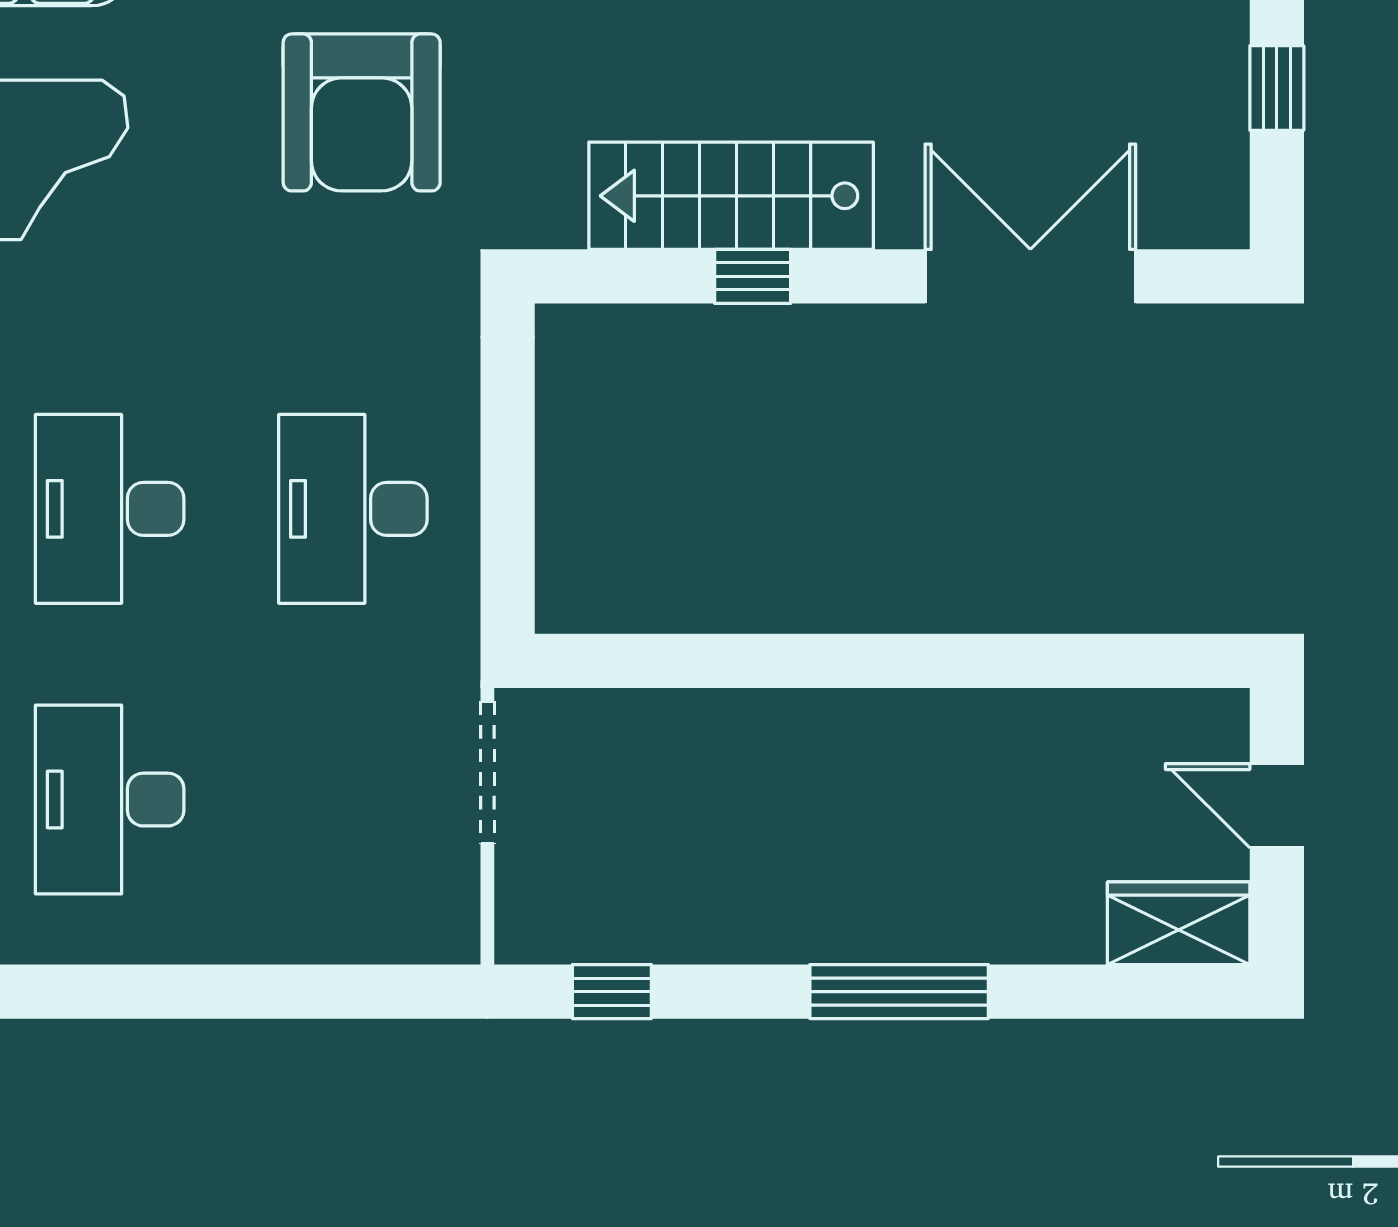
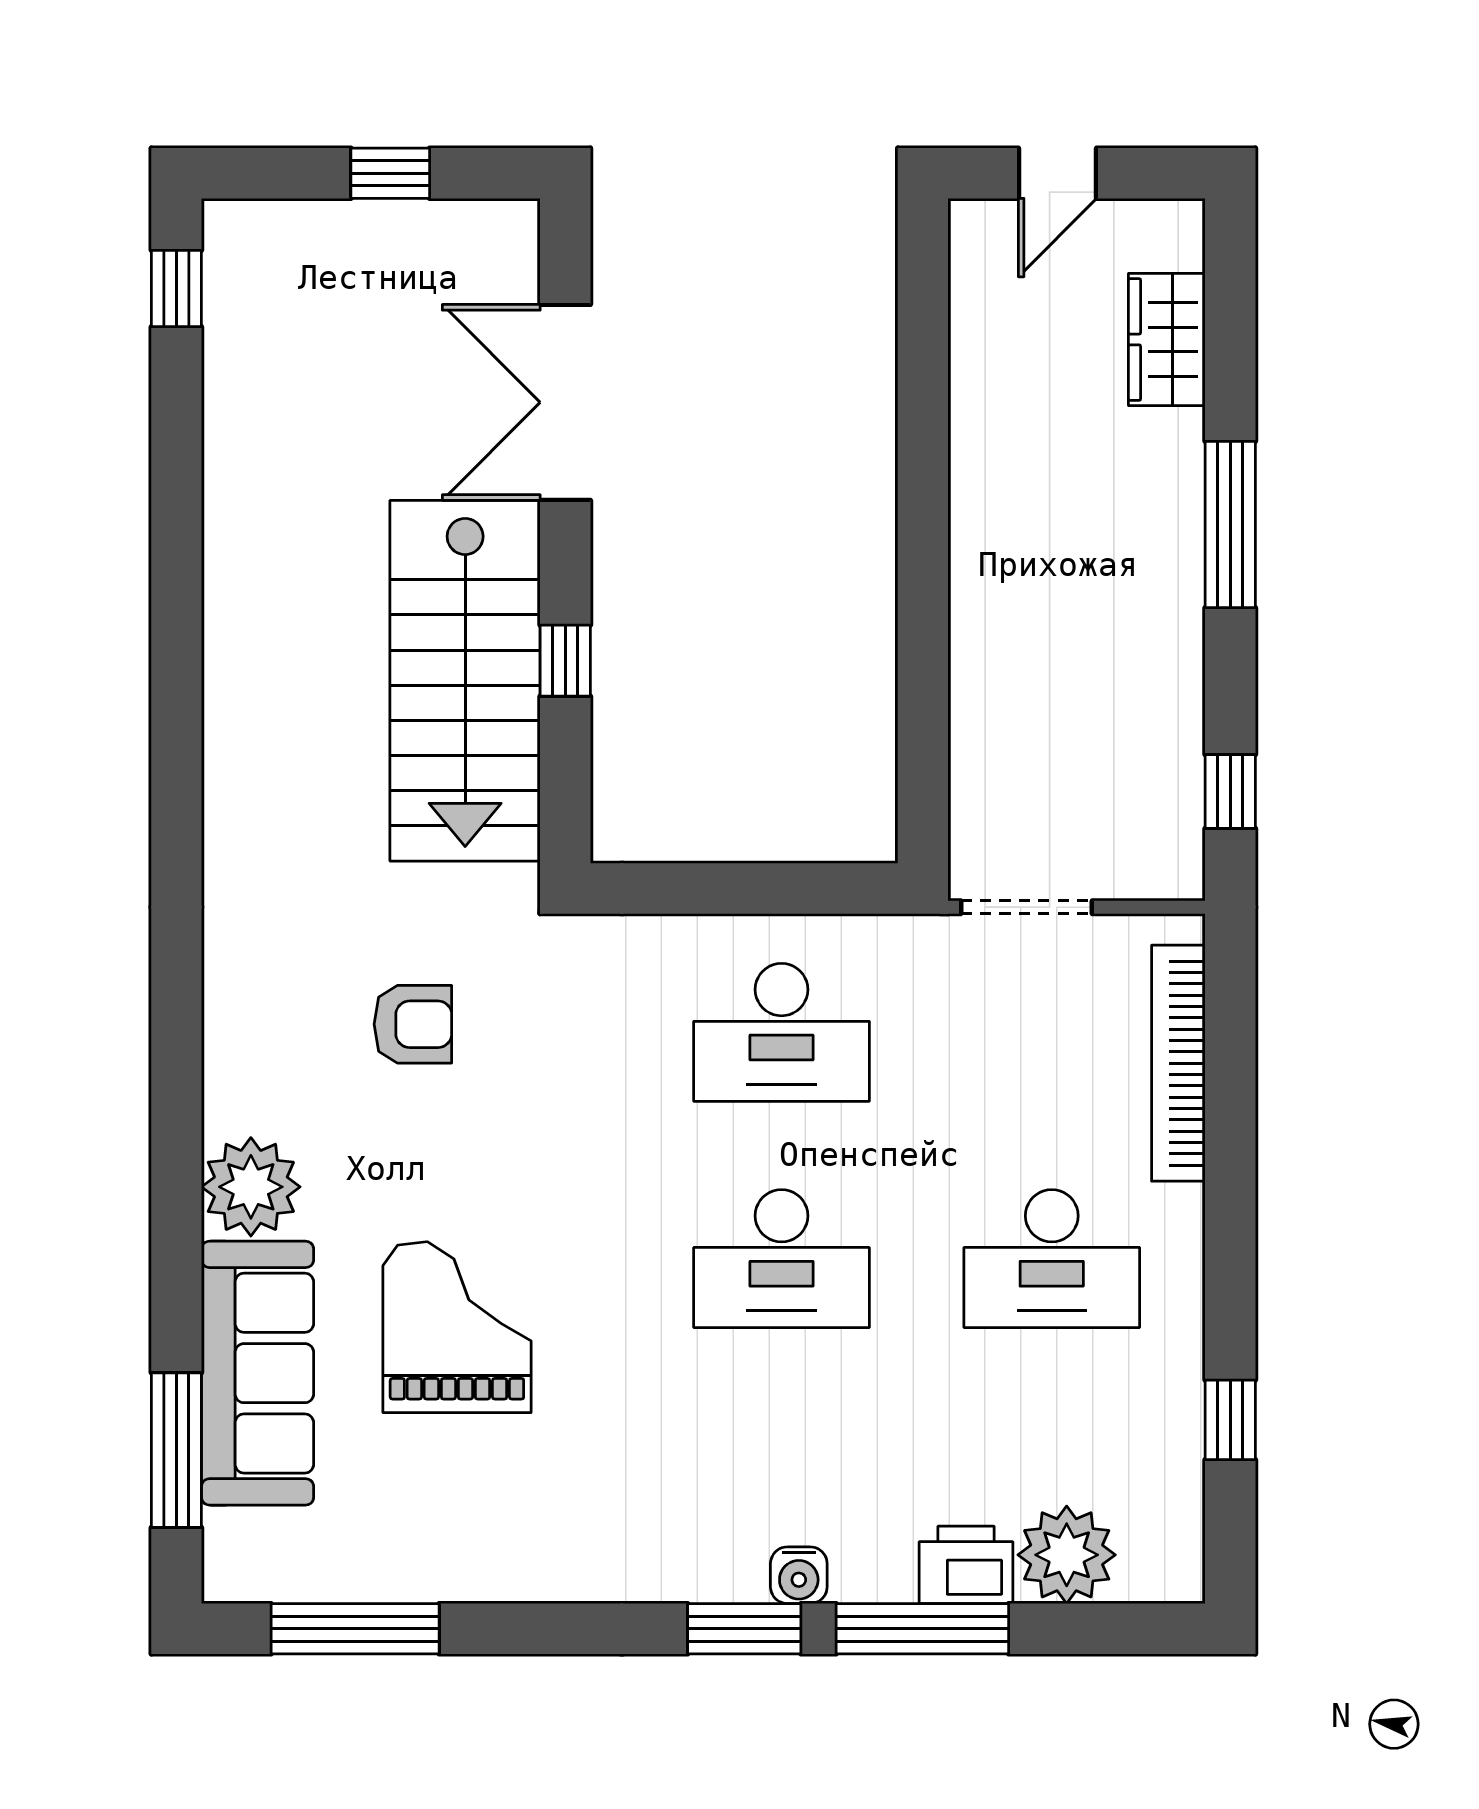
armchair: (362, 112) -> (413, 1024), width x0.53, depth x0.53
stairs: (731, 196) -> (465, 681), width x1.36, depth x1.51
wardrobe: (1179, 923) -> (1167, 339), moved
bookcase: (320, 936) -> (1178, 1063), added

